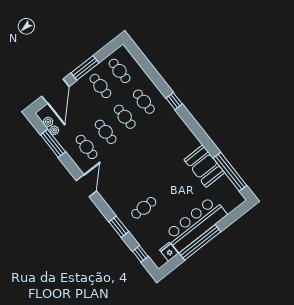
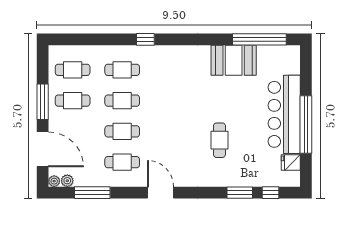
plant: (54, 130) -> (54, 181), moved
cafe table: (144, 208) -> (219, 140), moved
window: (119, 227) -> (240, 193), moved

